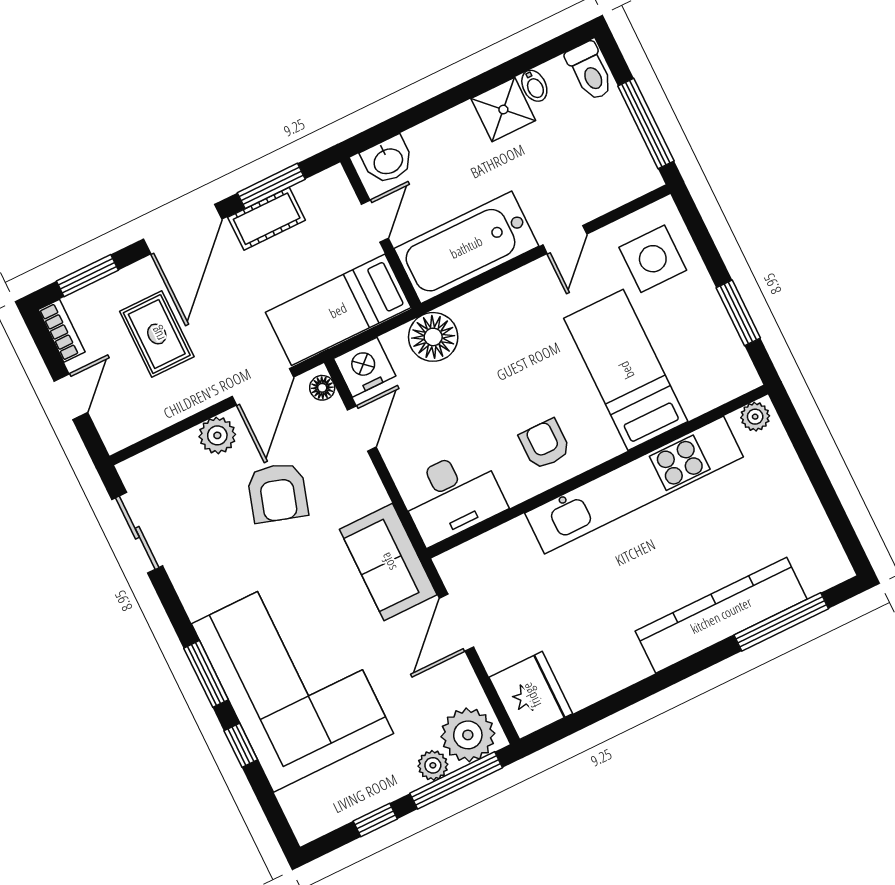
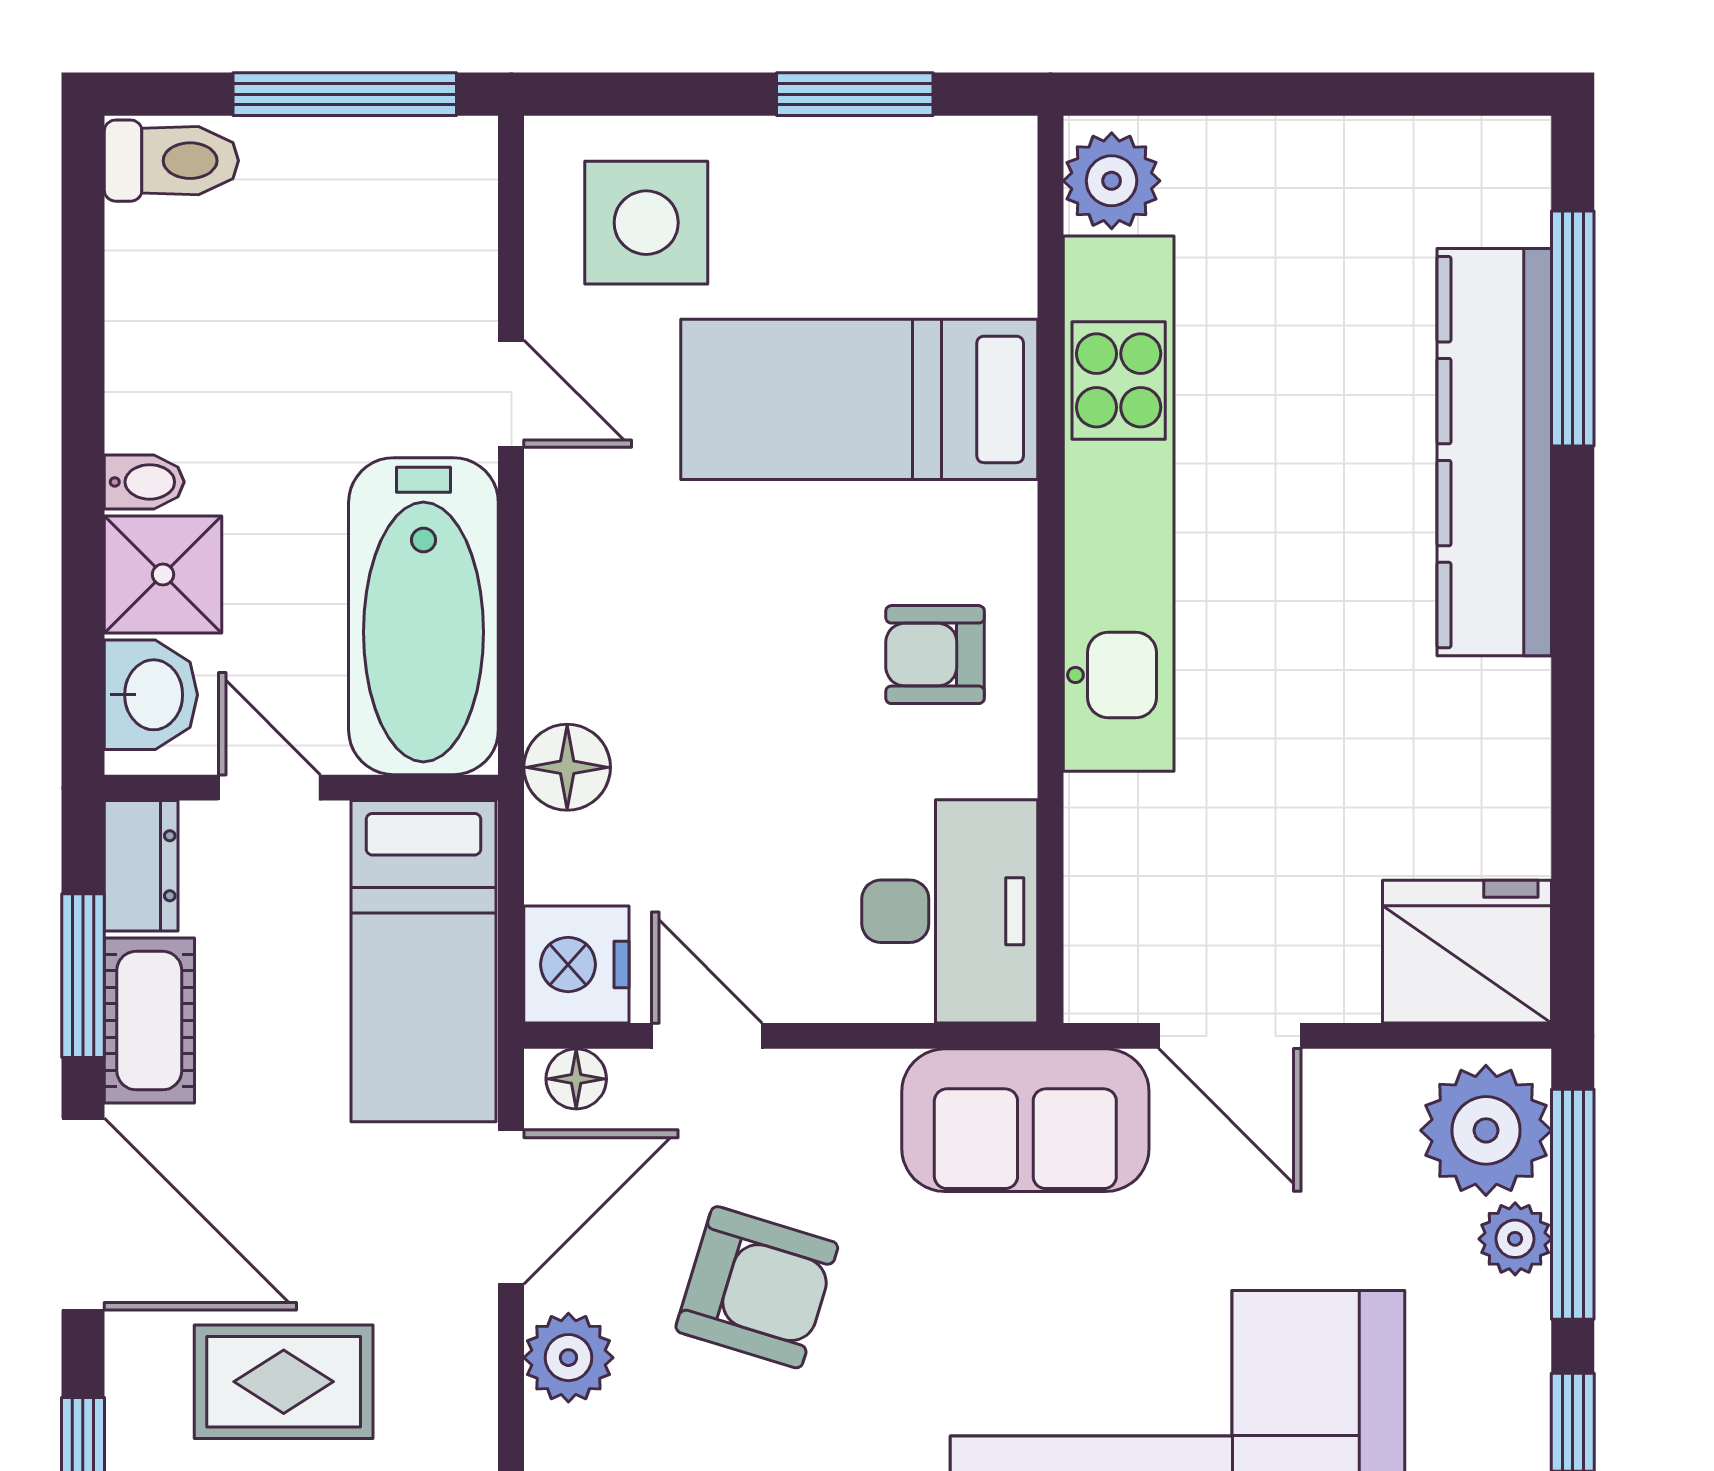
bidet: (534, 86) -> (144, 482), moved
shower: (503, 110) -> (163, 574), moved
dresser: (323, 188) -> (141, 866), added
floor lamp: (433, 337) -> (567, 767), width x0.73, depth x0.73
door: (263, 387) -> (511, 1207), hinge flipped
plant: (755, 417) -> (1112, 181), width x1.38, depth x1.38

